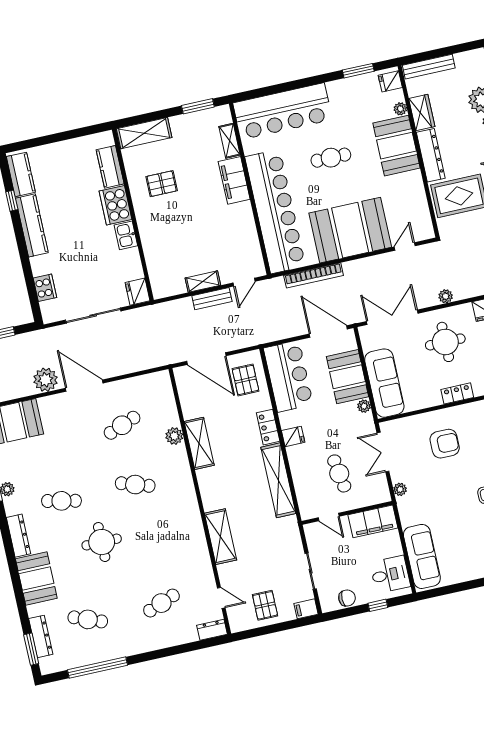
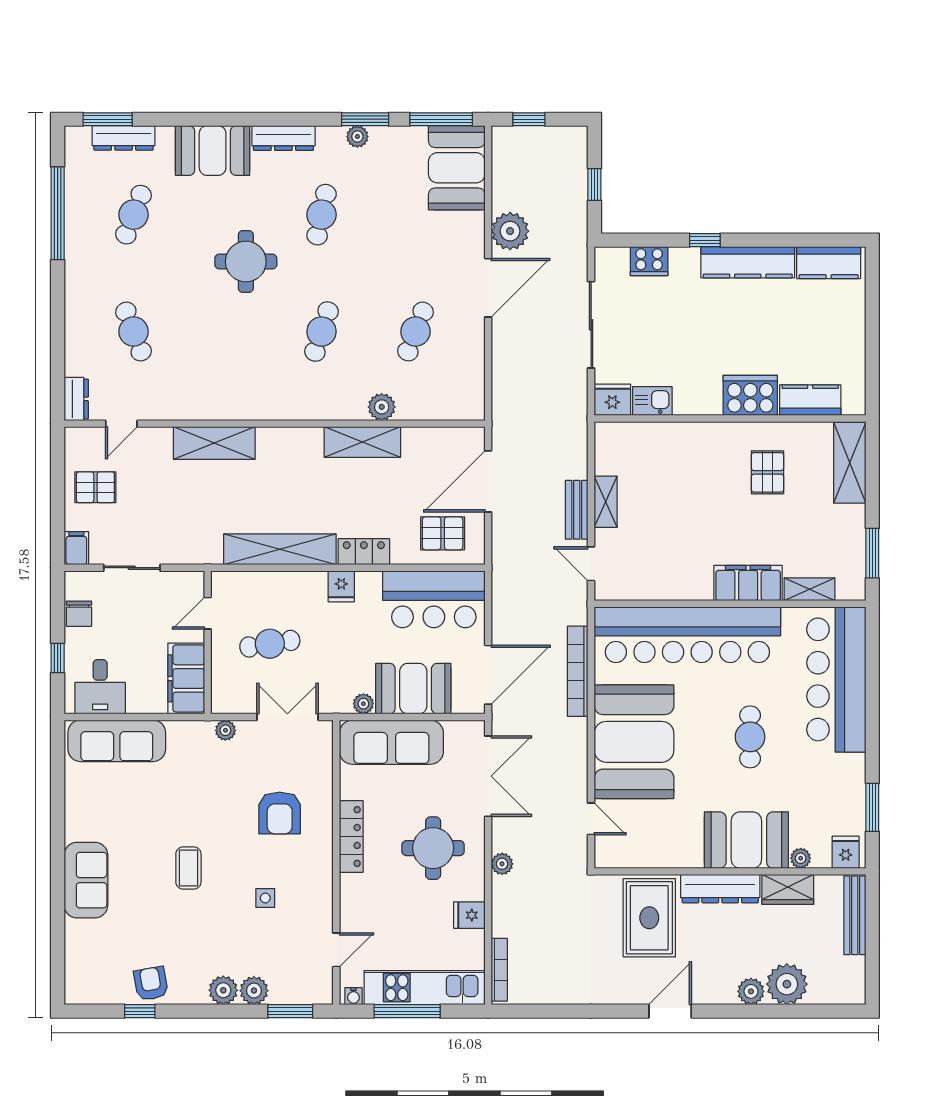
window: (12, 201) -> (705, 240), moved
kitchen sink: (126, 235) -> (652, 401), moved
locker: (457, 393) -> (351, 836), width x1.53
cafe table: (122, 425) -> (416, 332), turned 42

